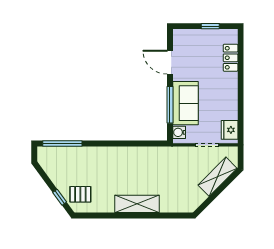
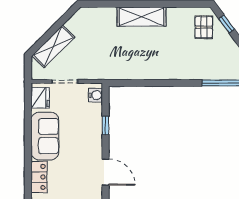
sofa: (185, 103) -> (45, 136), moved, turned 180
window: (170, 105) -> (105, 125), width x0.46
pallet: (80, 194) -> (204, 27), turned 90

